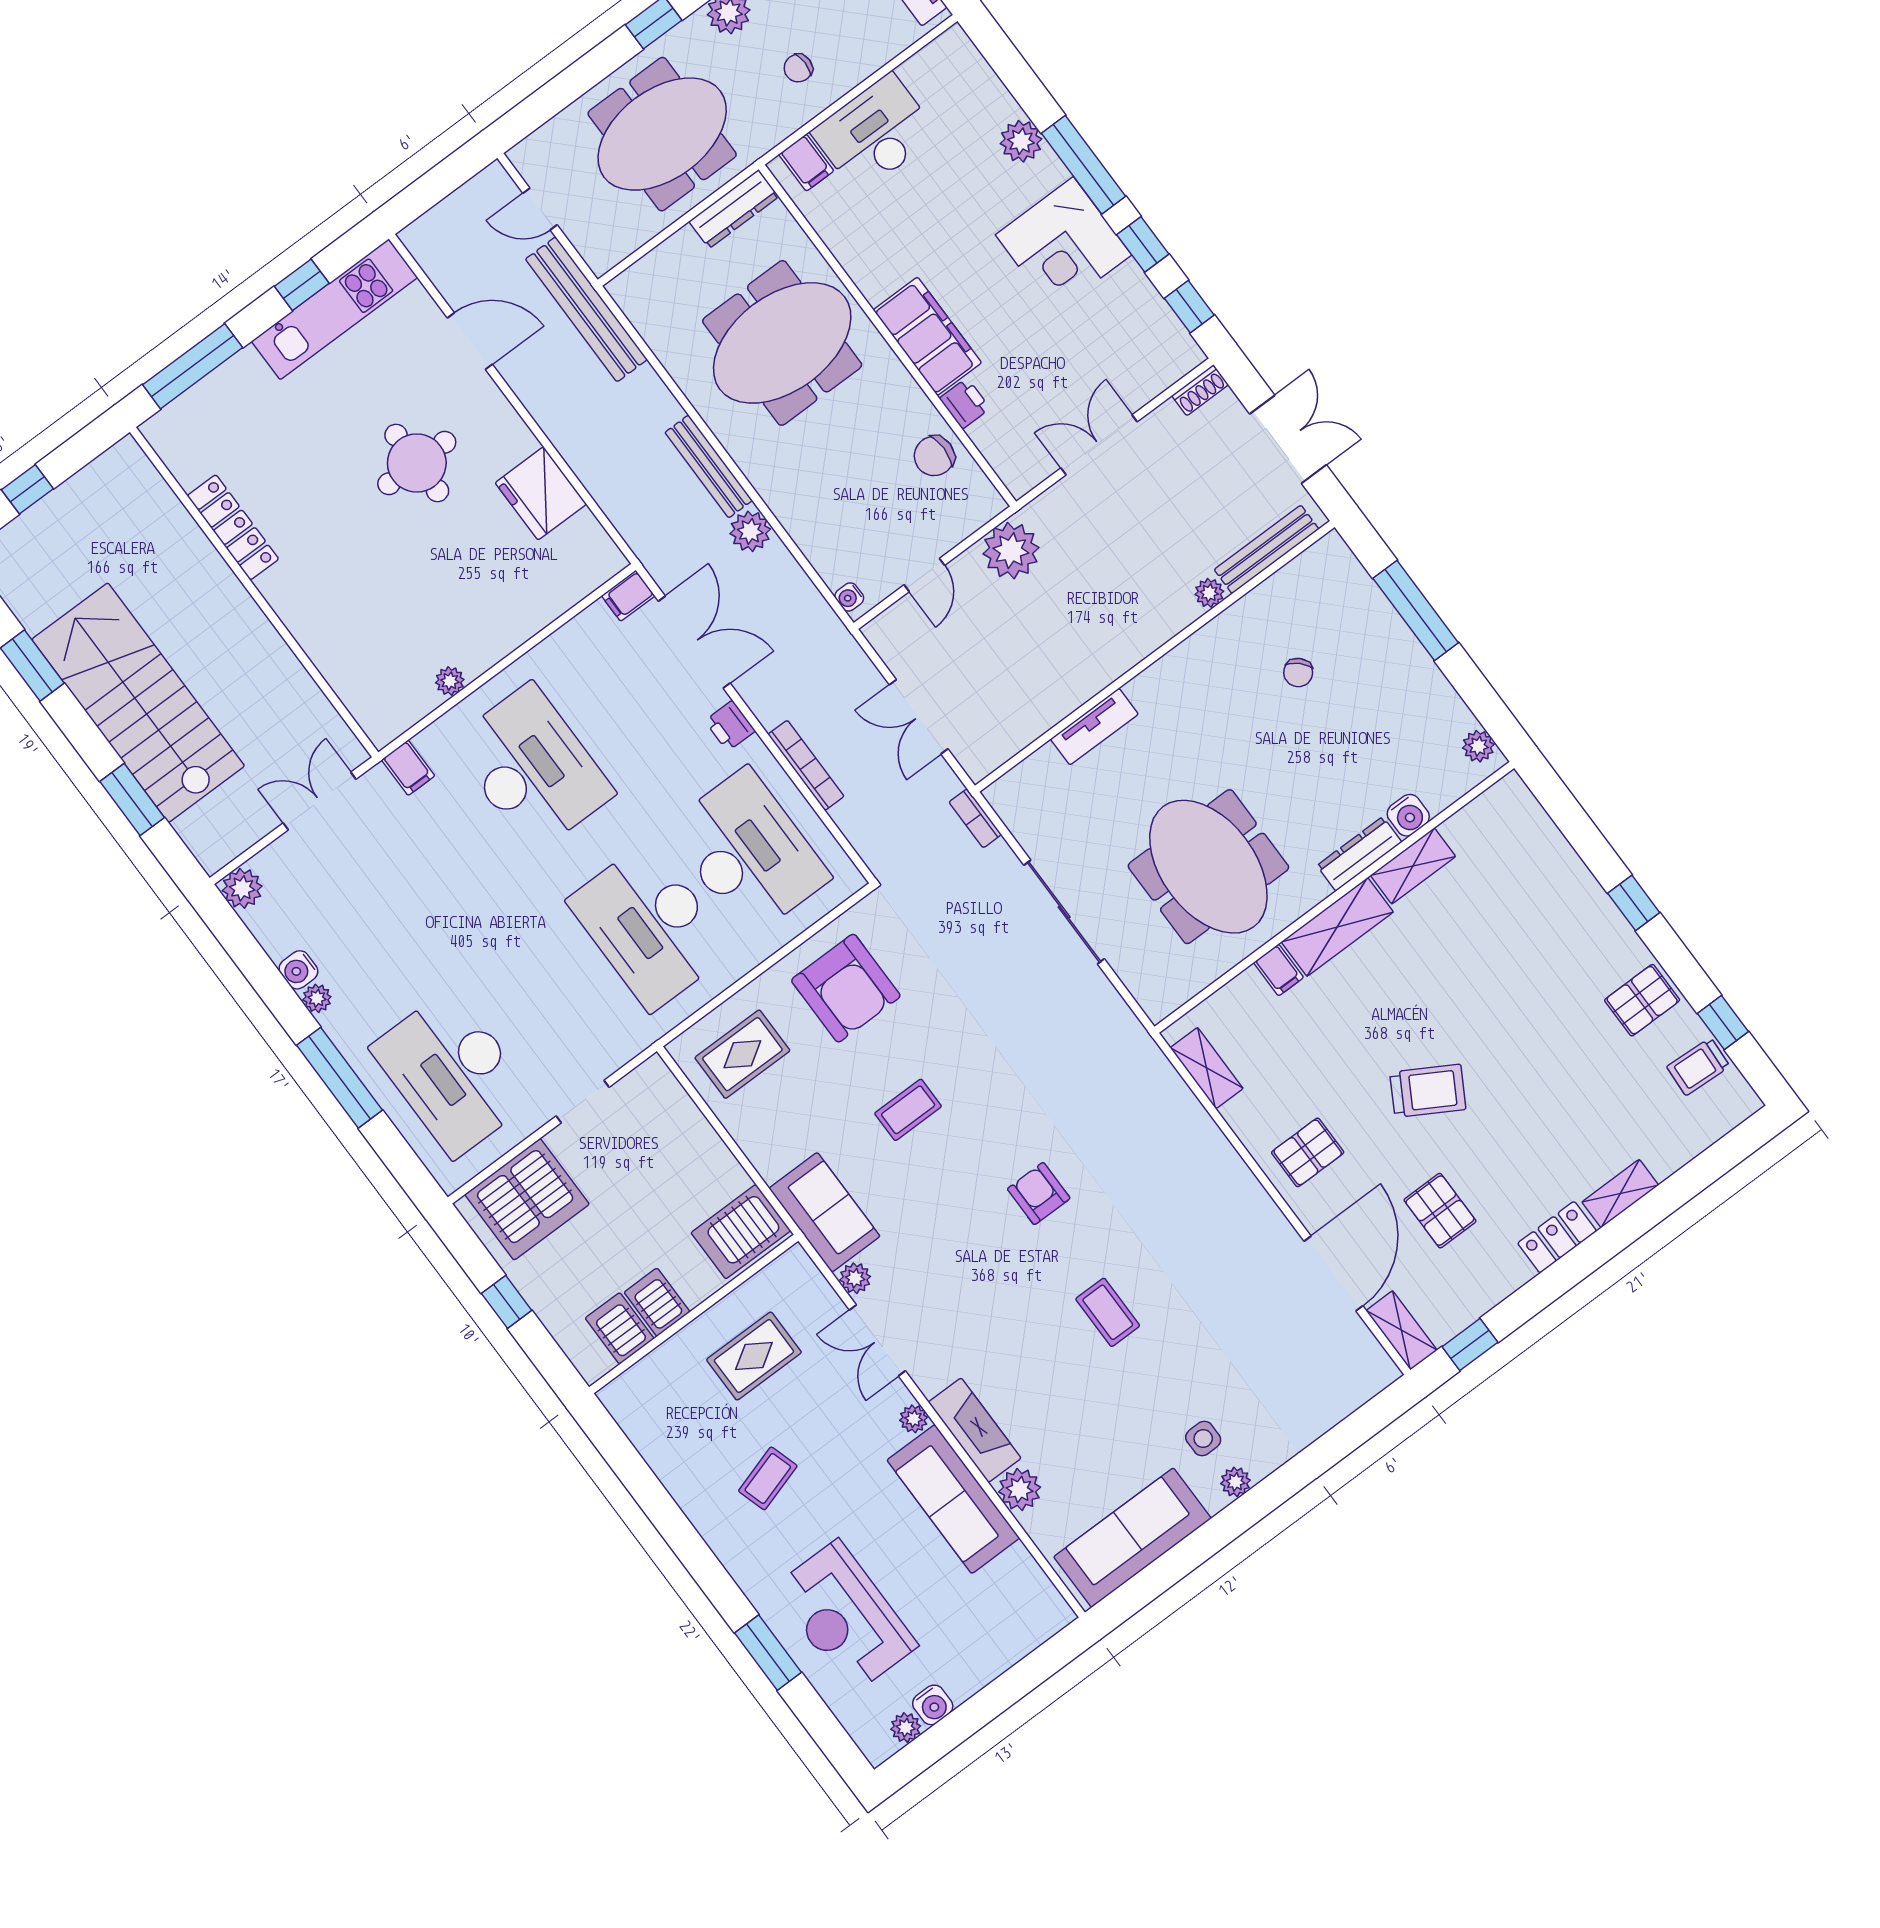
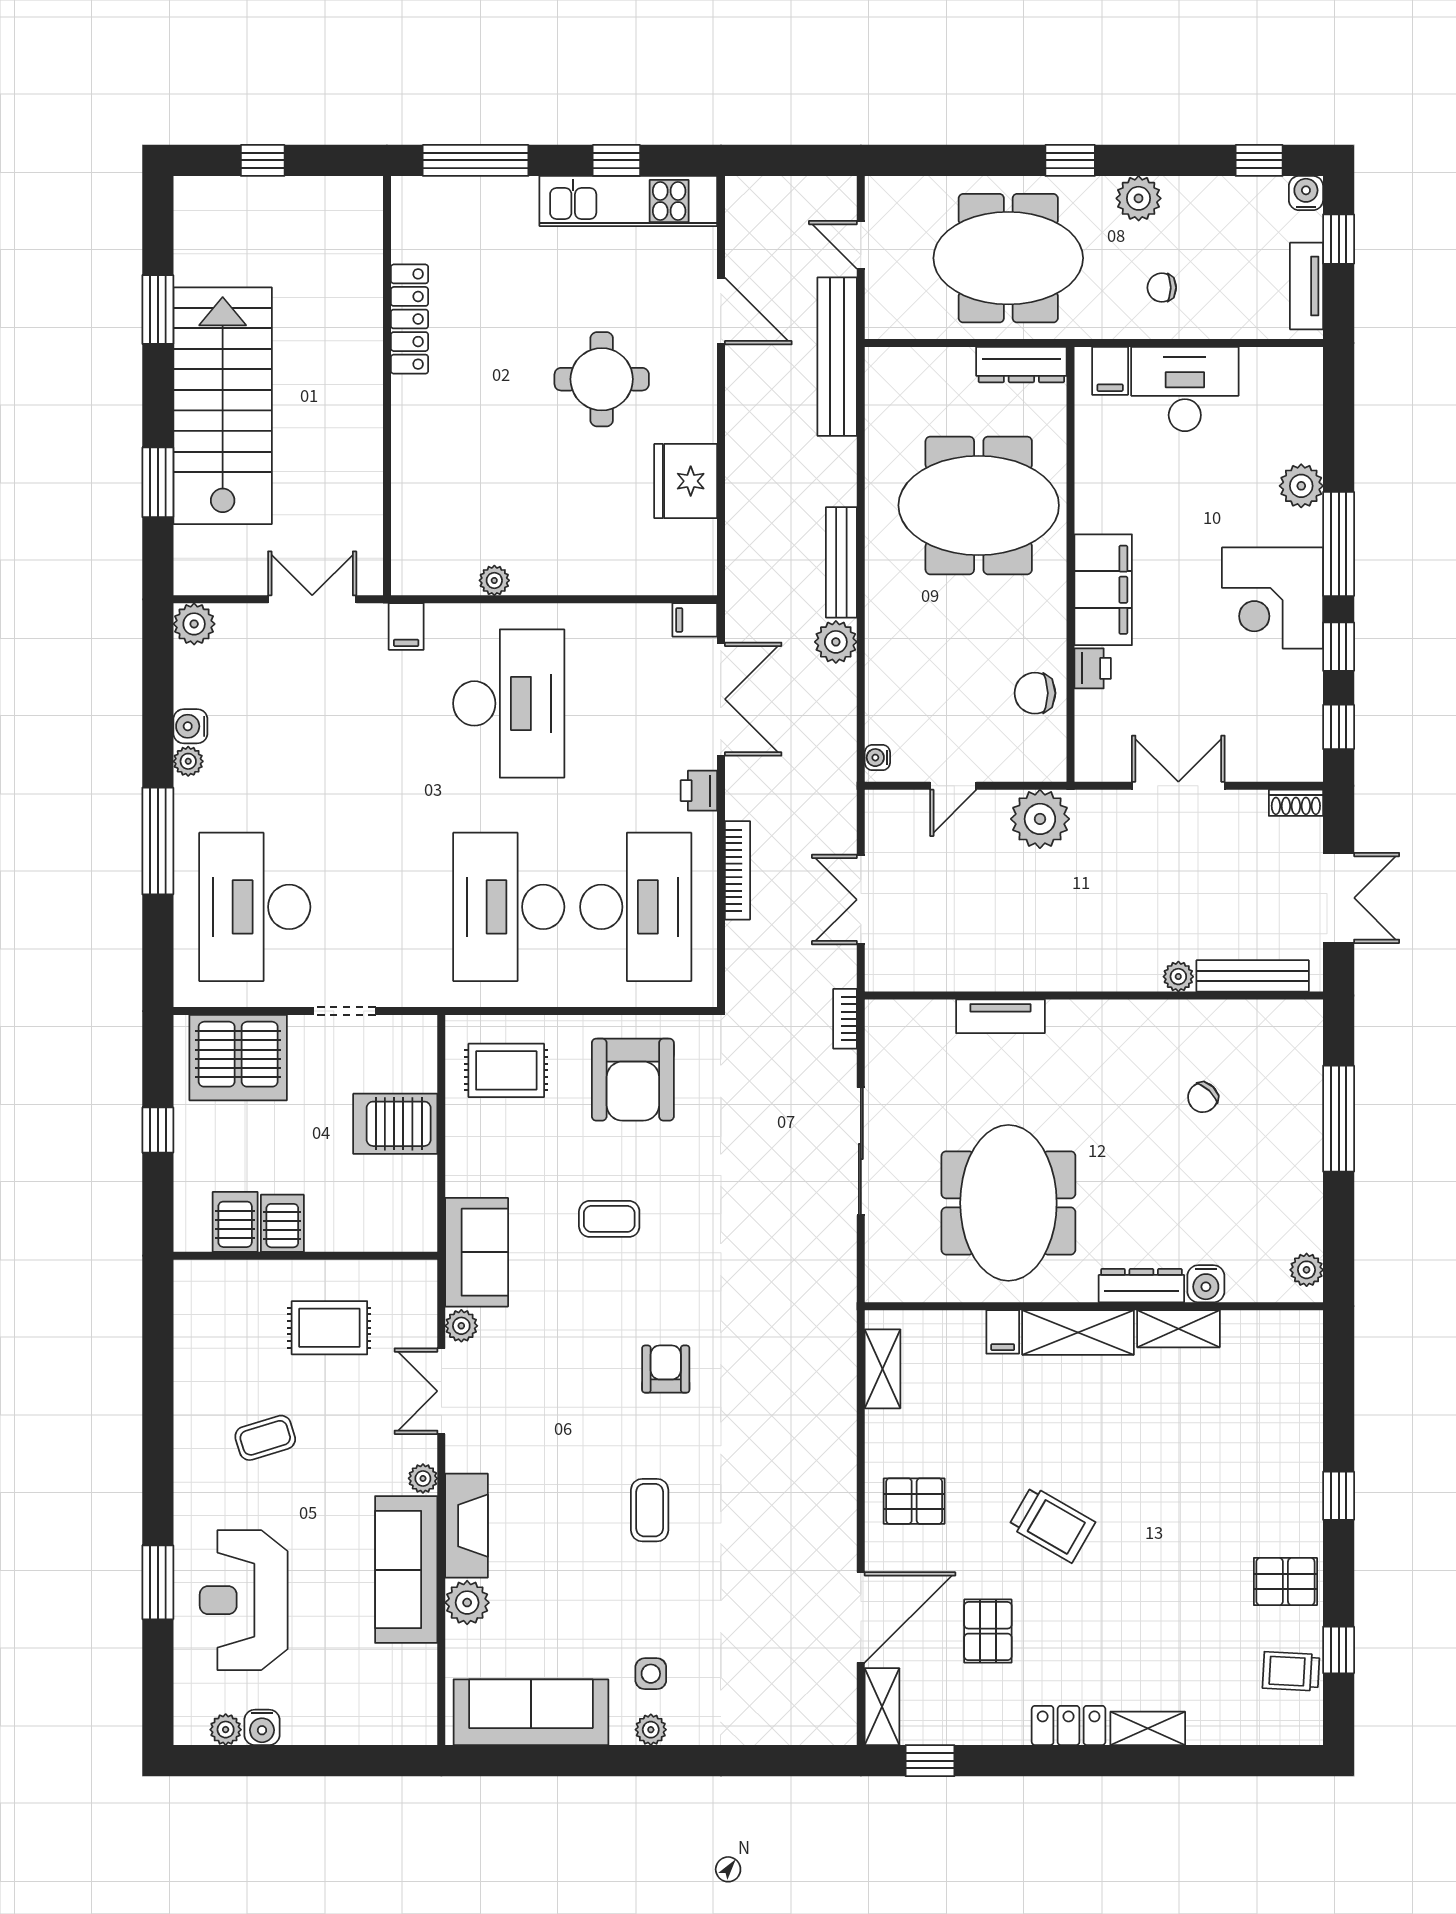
server rack: (741, 1232) -> (395, 1124), moved

